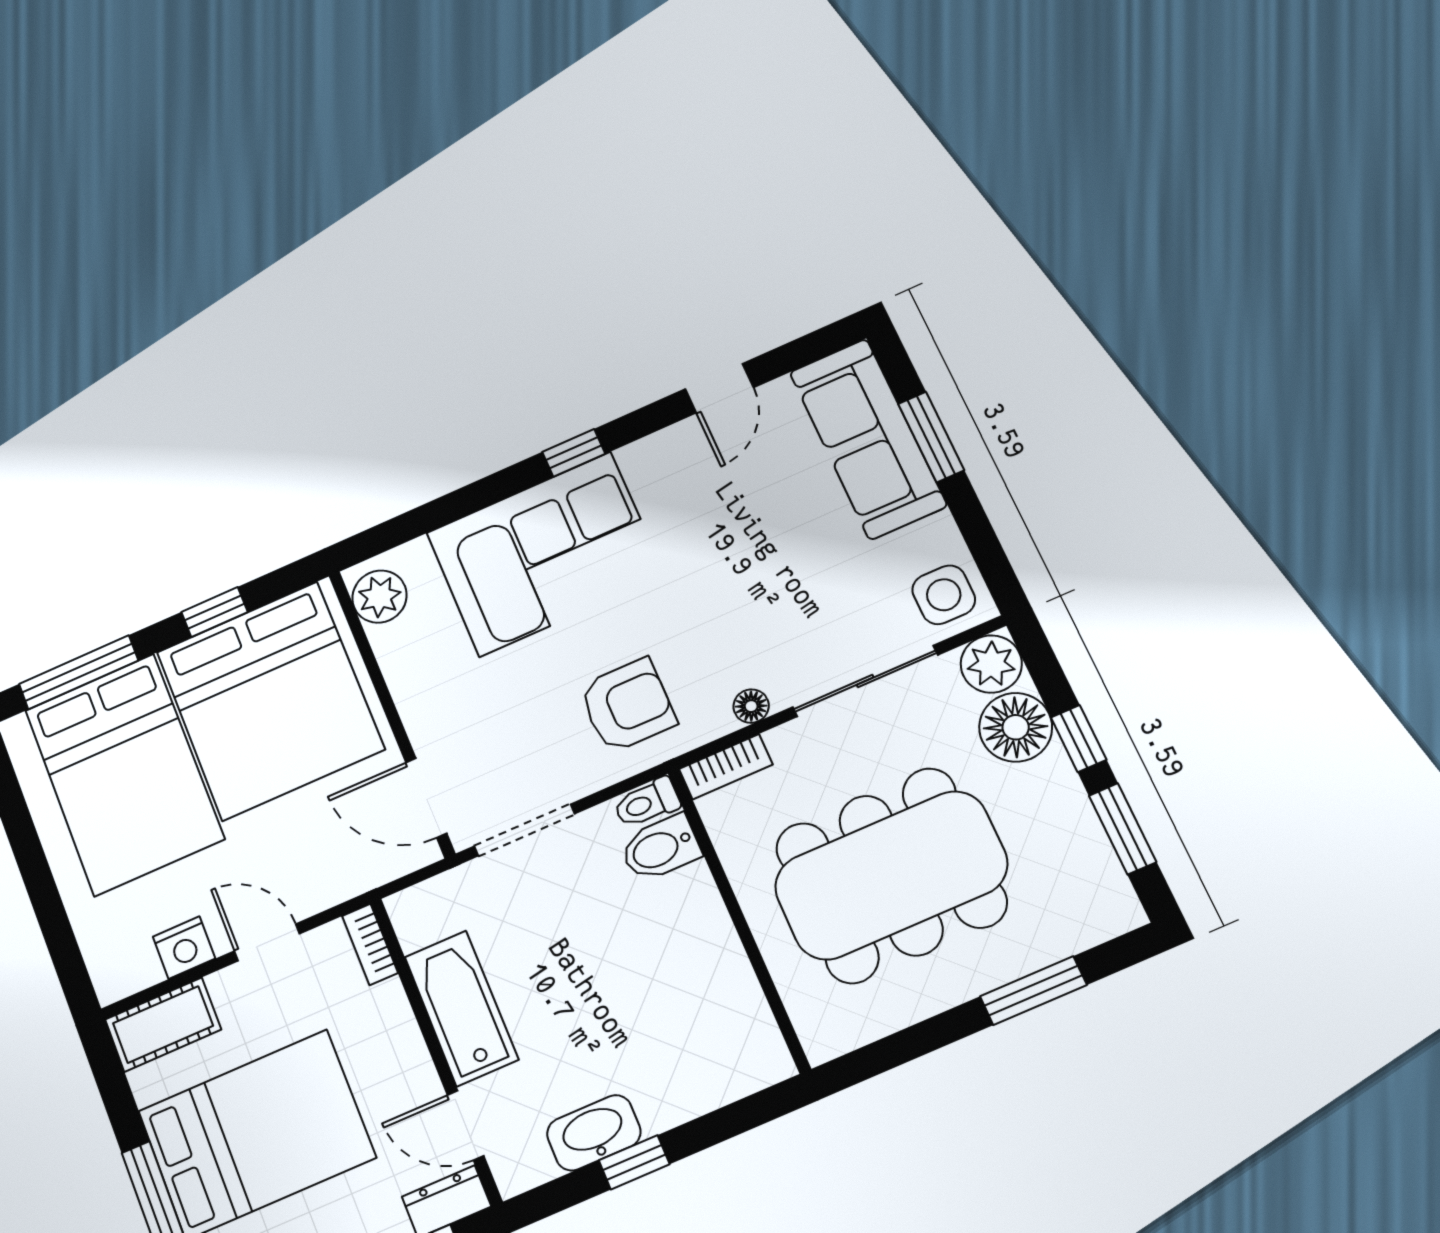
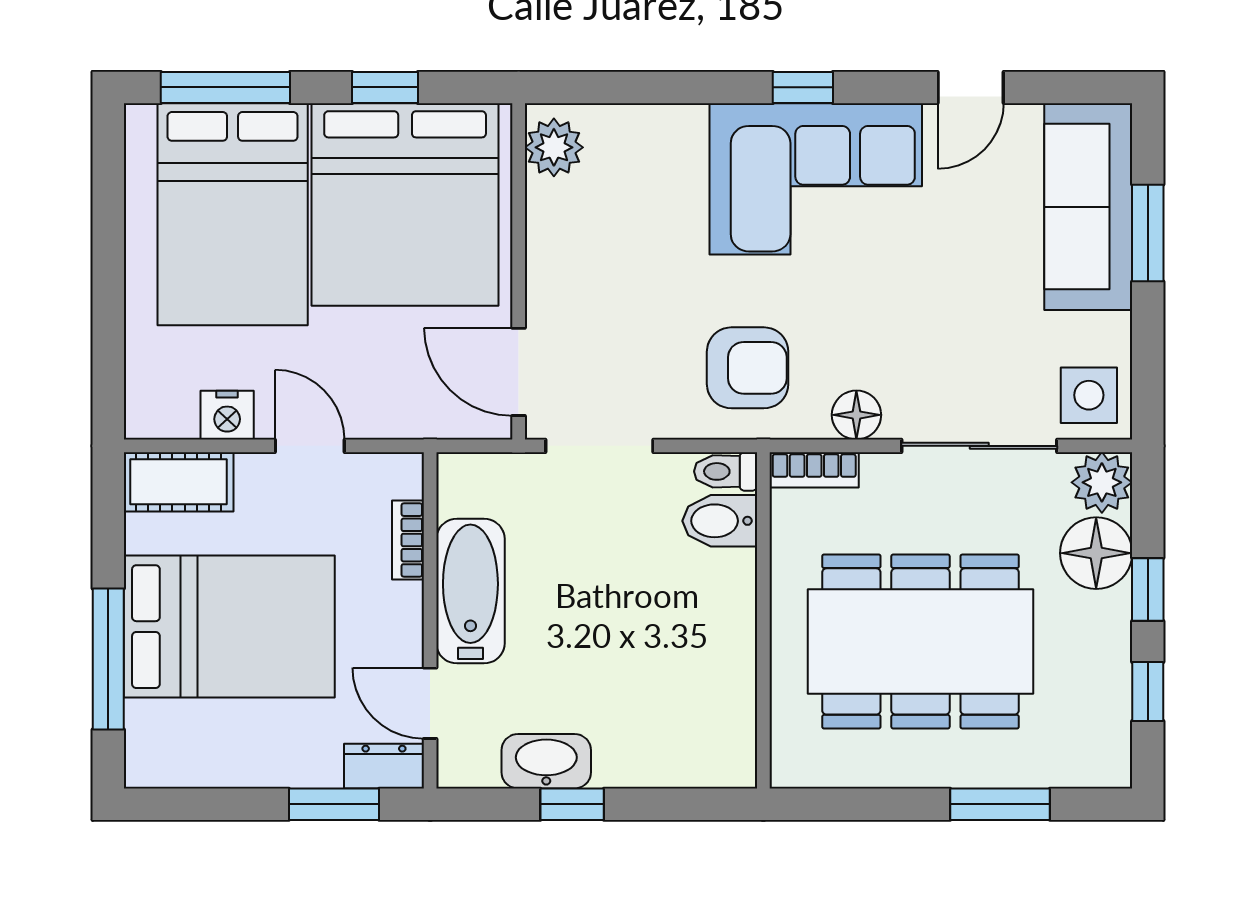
corner sofa: (545, 554) -> (816, 179), moved
floor lamp: (751, 706) -> (856, 415), width x1.37, depth x1.37
window: (1123, 829) -> (1148, 692), width x0.67
bookcase: (370, 944) -> (408, 540), moved

